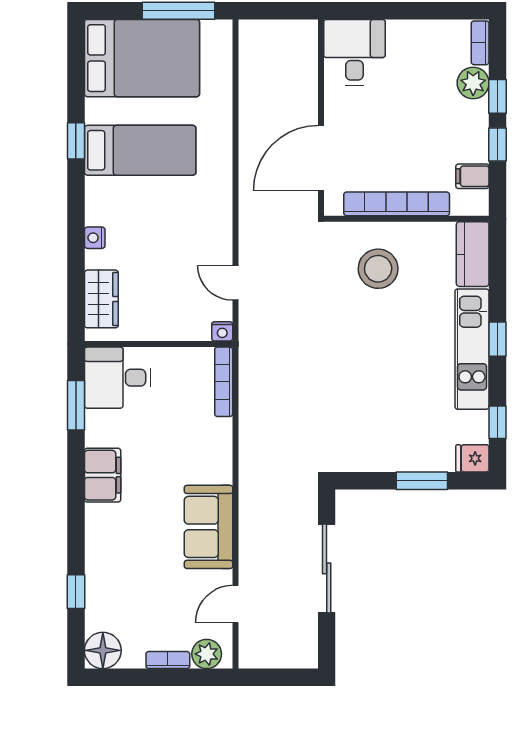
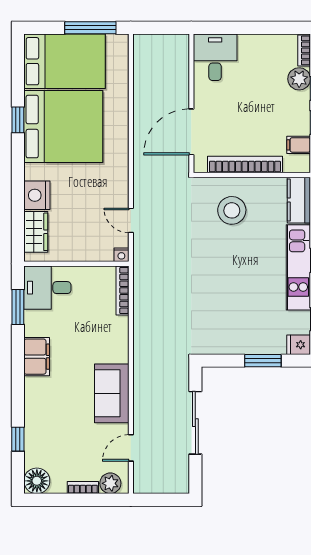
bed: (140, 150) -> (63, 127), width x2.04
nightstand: (95, 238) -> (37, 195), width x1.89, depth x1.79

